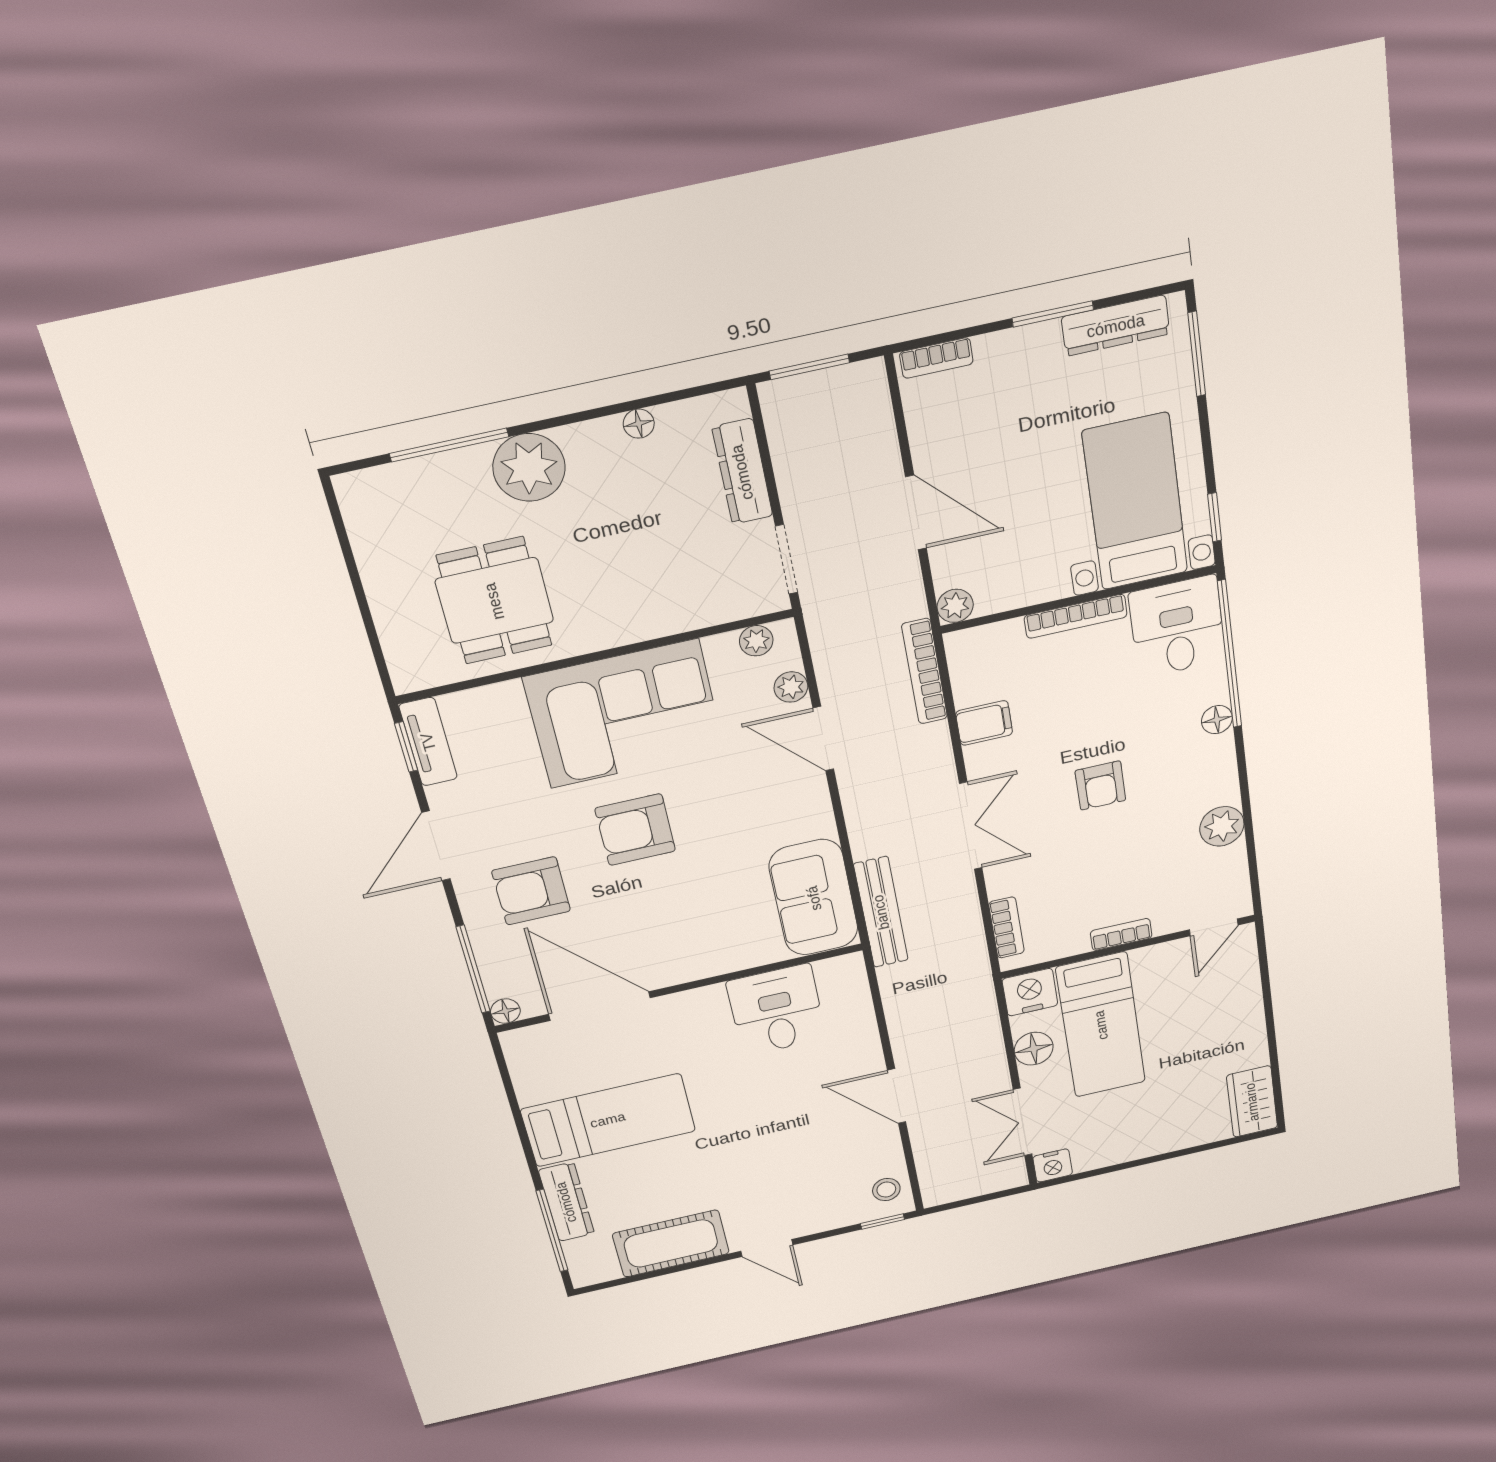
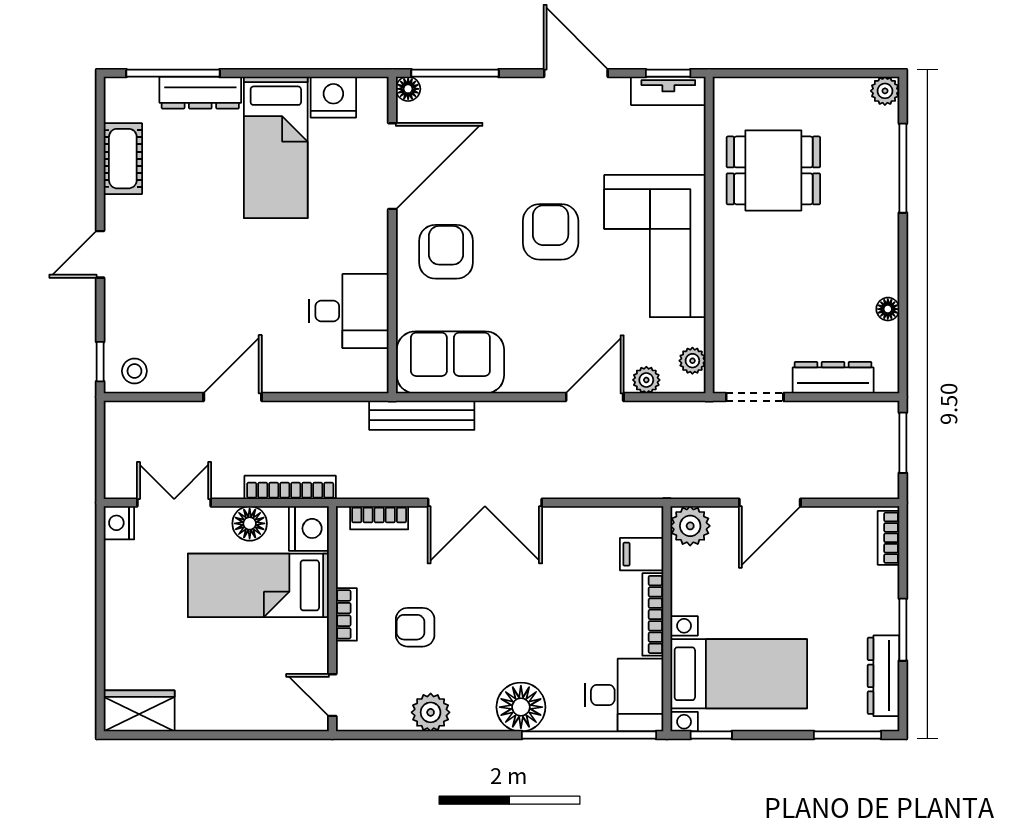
plant: (529, 467) -> (885, 91), moved, width x0.53, depth x0.53
plant: (955, 606) -> (690, 526), width x1.38, depth x1.38
bookcase: (924, 671) -> (290, 487), moved
floor lamp: (1217, 720) -> (521, 707), width x1.89, depth x1.89
filing cabinet: (984, 723) -> (642, 554), moved, turned 90
armchair: (1100, 785) -> (415, 627), moved
double door: (971, 826) -> (485, 503), width x1.37
armchair: (531, 891) -> (446, 252), moved
nightstand: (536, 1080) -> (333, 97), added
cot: (671, 1244) -> (123, 159), width x0.73, depth x0.75

